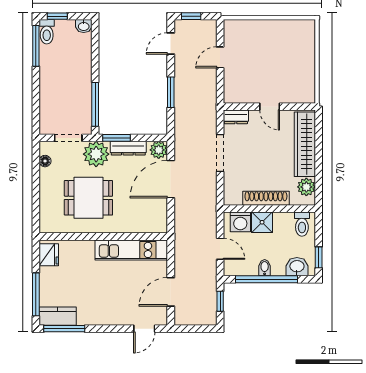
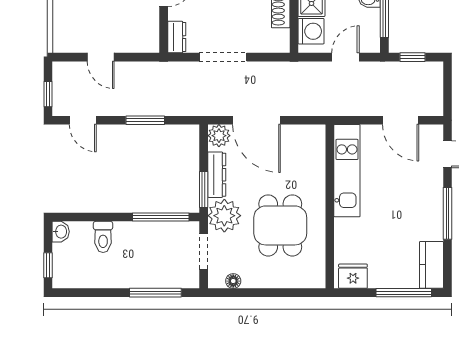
toilet: (47, 32) -> (103, 237), moved, turned 90
window: (36, 46) -> (155, 293), moved
window: (64, 329) -> (447, 213), moved

